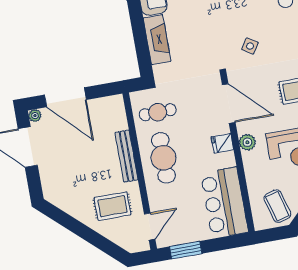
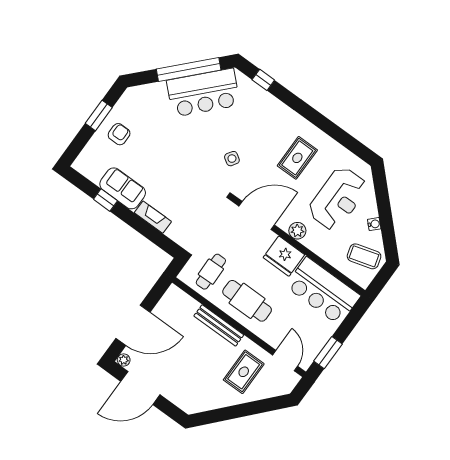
fireplace: (157, 40) -> (153, 217), width x0.73, depth x0.76
fridge: (222, 143) -> (284, 256), width x1.88, depth x1.34

